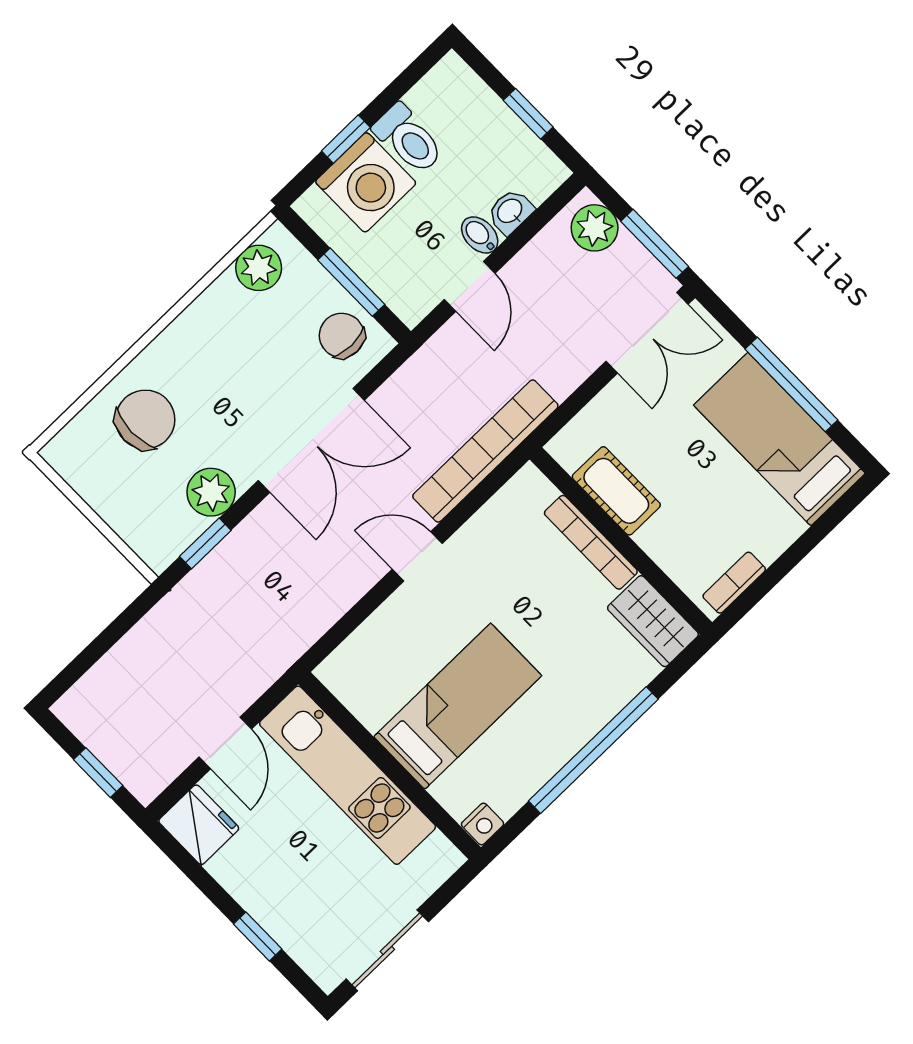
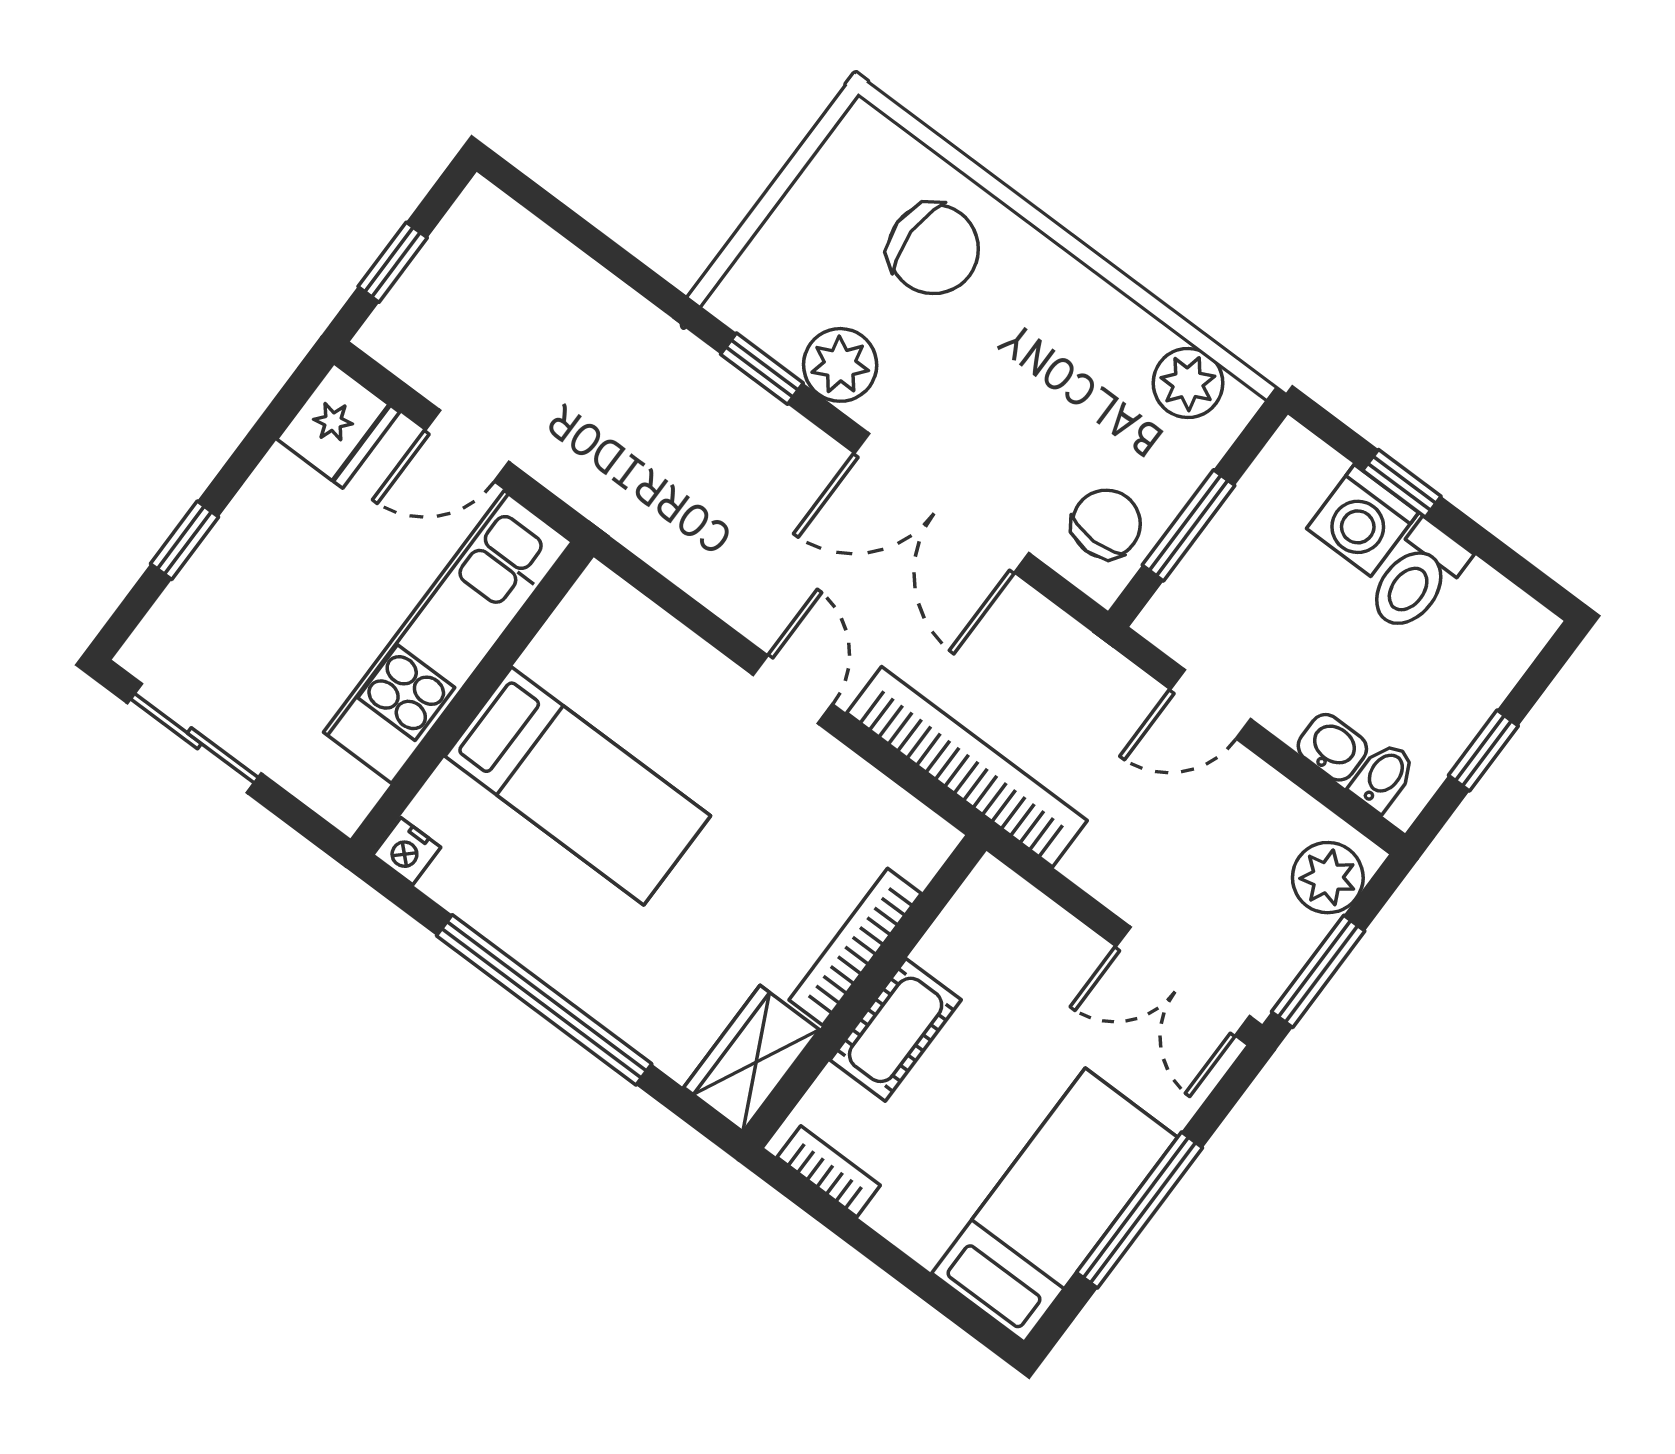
washing machine: (366, 182) -> (1363, 520), width x0.73, depth x0.73
bidet: (480, 235) -> (1383, 777), moved
cot: (616, 491) -> (896, 1030), moved

